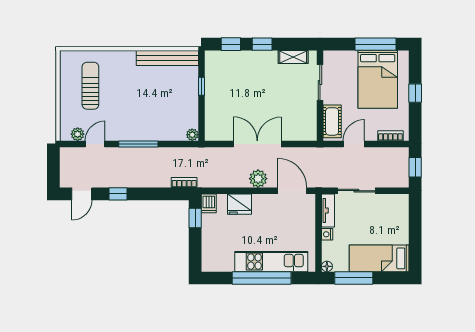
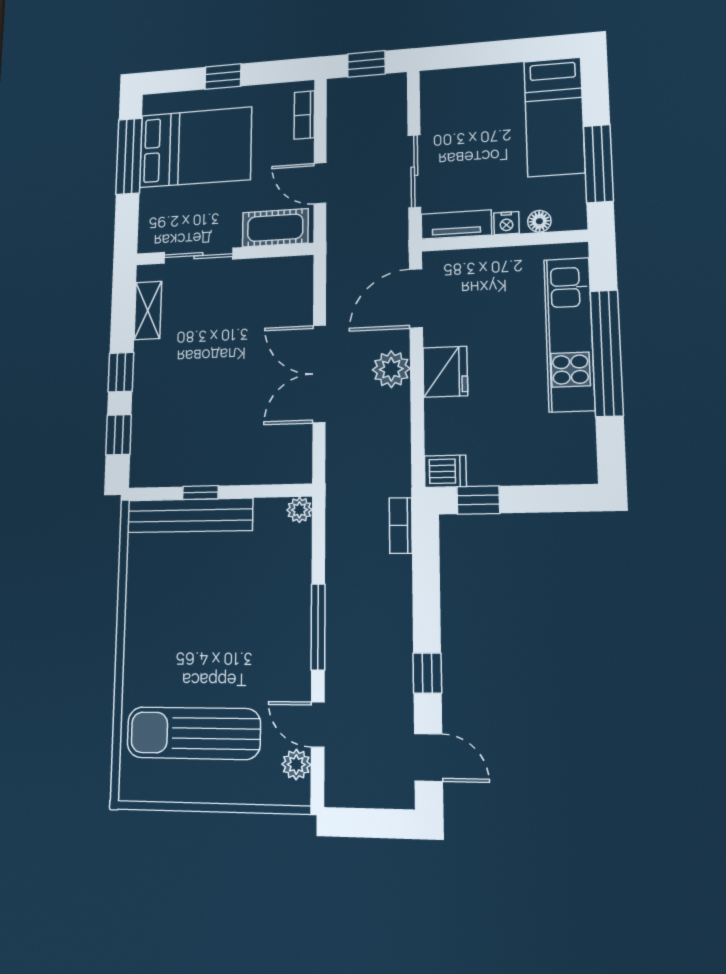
bench: (167, 58) -> (190, 515), moved, turned 90
sun lounger: (90, 86) -> (193, 733), width x1.36, depth x1.34
fridge: (239, 204) -> (445, 372), moved
floor lamp: (327, 266) -> (539, 221), moved

